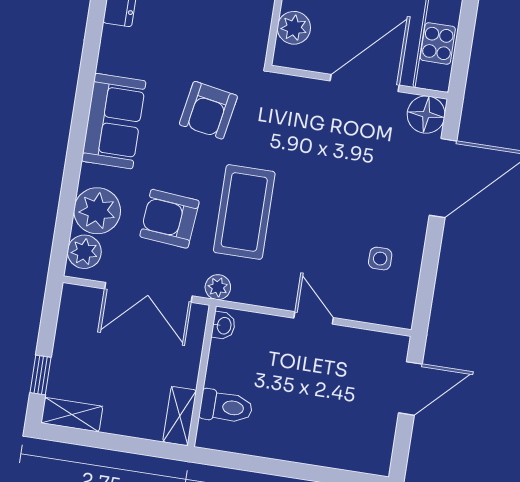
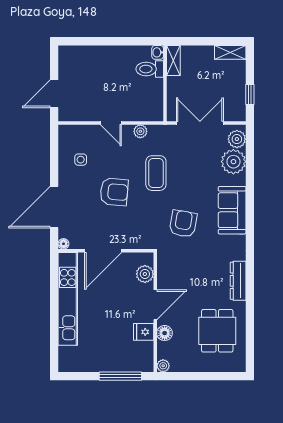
floor lamp: (426, 115) -> (64, 244), width x0.53, depth x0.53
coffee table: (244, 212) -> (156, 173), width x0.73, depth x0.76
armchair: (170, 219) -> (114, 192), moved
plant: (218, 287) -> (140, 131), moved
washbasin: (224, 326) -> (158, 52), moved
window: (41, 375) -> (250, 94), moved

